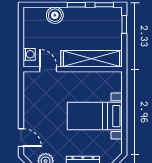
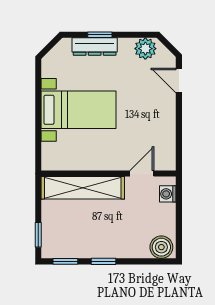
boiler: (55, 15) -> (161, 247), moved
door: (48, 69) -> (142, 173), swing flipped

